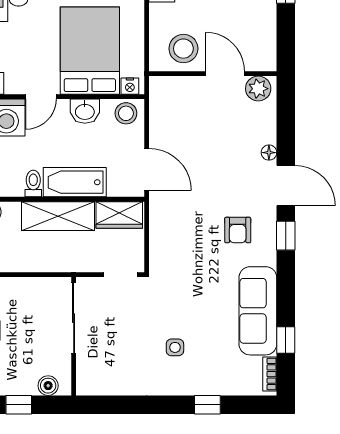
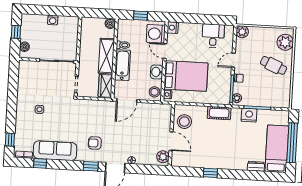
door: (225, 74) -> (171, 141), hinge flipped
window: (207, 405) -> (10, 140), moved

